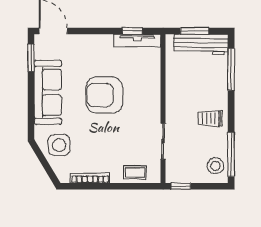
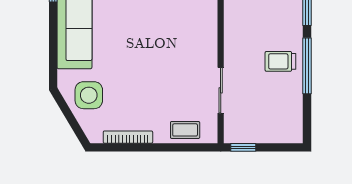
armchair: (104, 95) -> (146, 32), removed
window: (231, 154) -> (307, 66), moved
stool: (215, 166) -> (287, 121), removed

